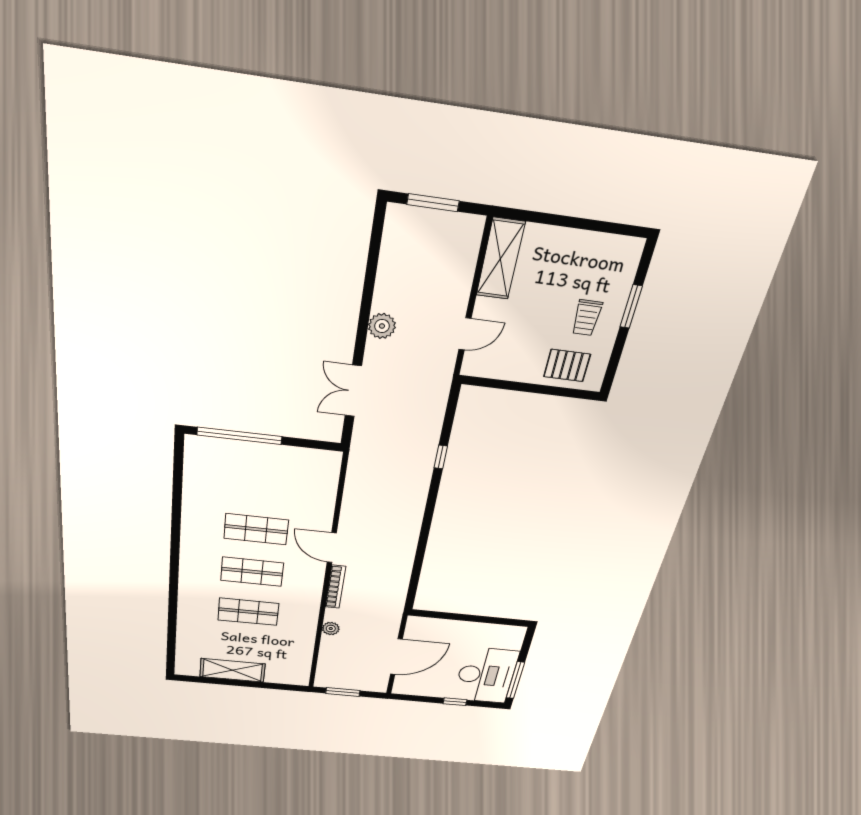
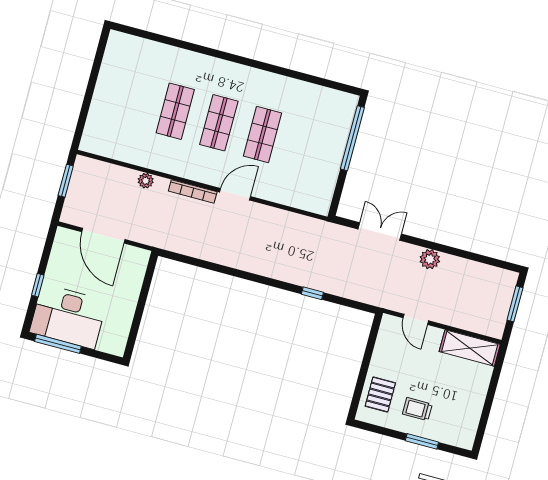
shelving: (232, 670) -> (108, 83), removed

